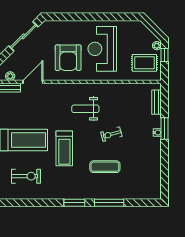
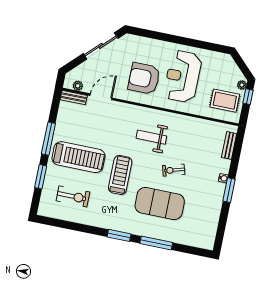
armchair: (68, 58) -> (144, 78), turned 90
window: (164, 128) -> (229, 190), moved
treadmill: (64, 148) -> (120, 175), turned 180
exercise mat: (105, 167) -> (160, 203), width x2.00, depth x1.45

